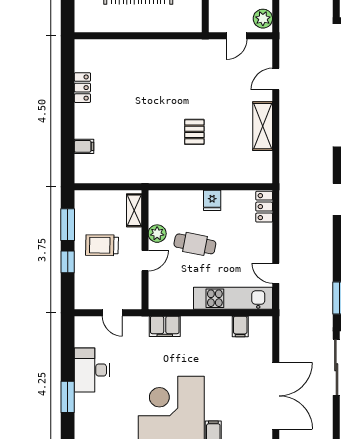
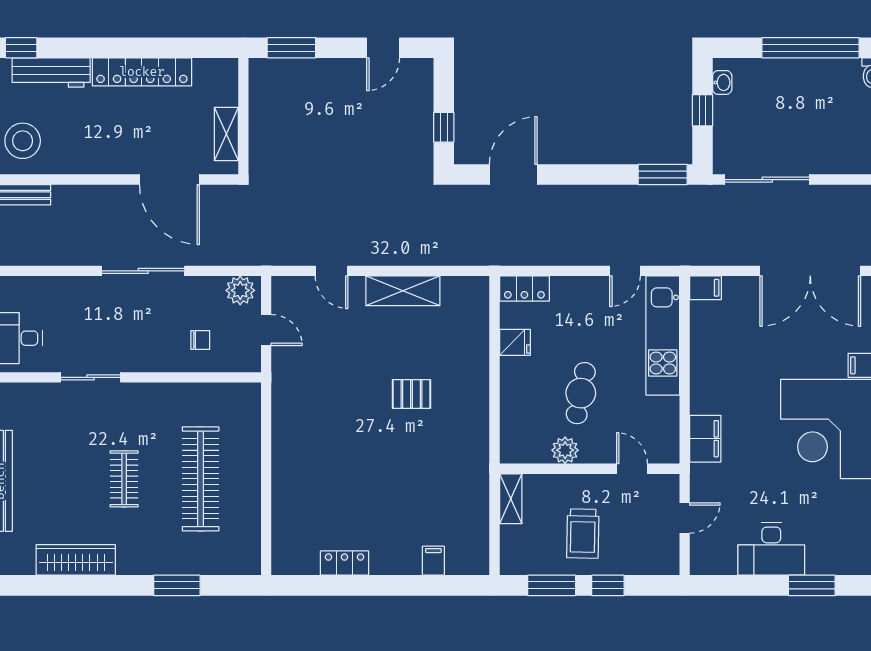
fridge: (212, 200) -> (515, 342), moved
shelving: (134, 210) -> (511, 499), moved, turned 90
door: (145, 261) -> (632, 469), moved
filing cabinet: (240, 326) -> (706, 288), moved
double door: (276, 396) -> (810, 271), swing flipped

